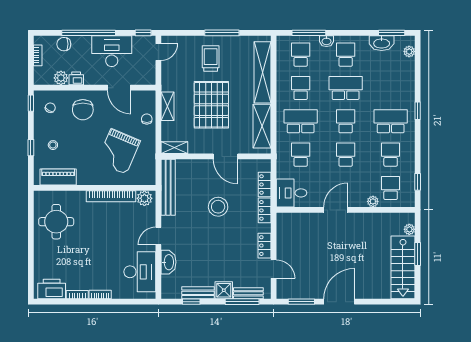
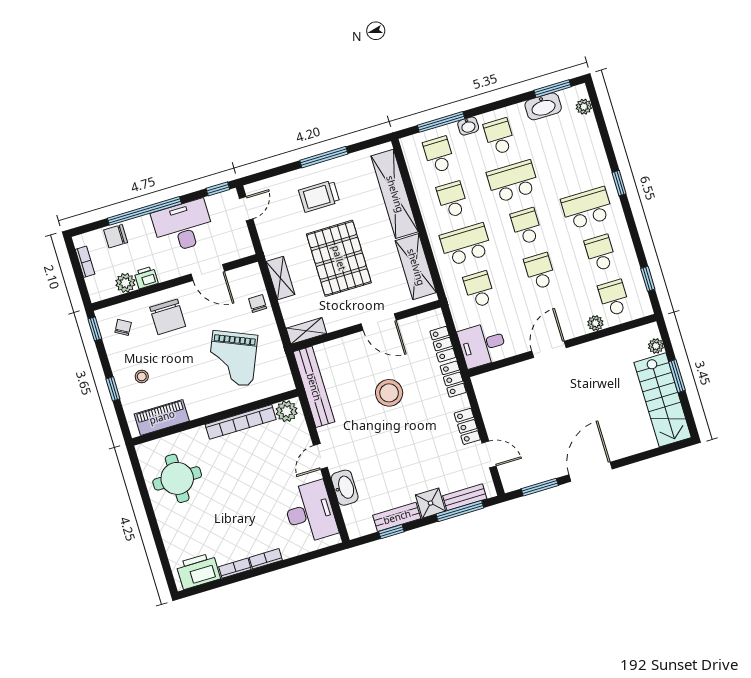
trolley: (211, 58) -> (319, 196), turned -90

